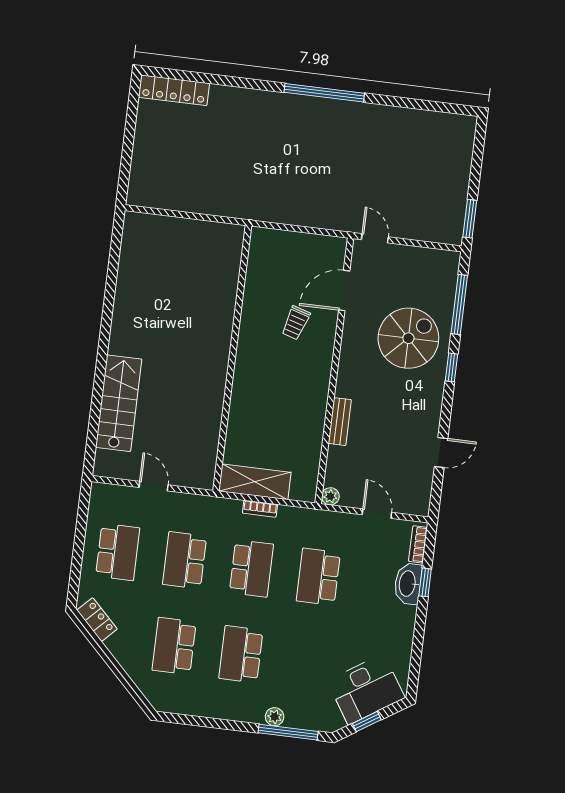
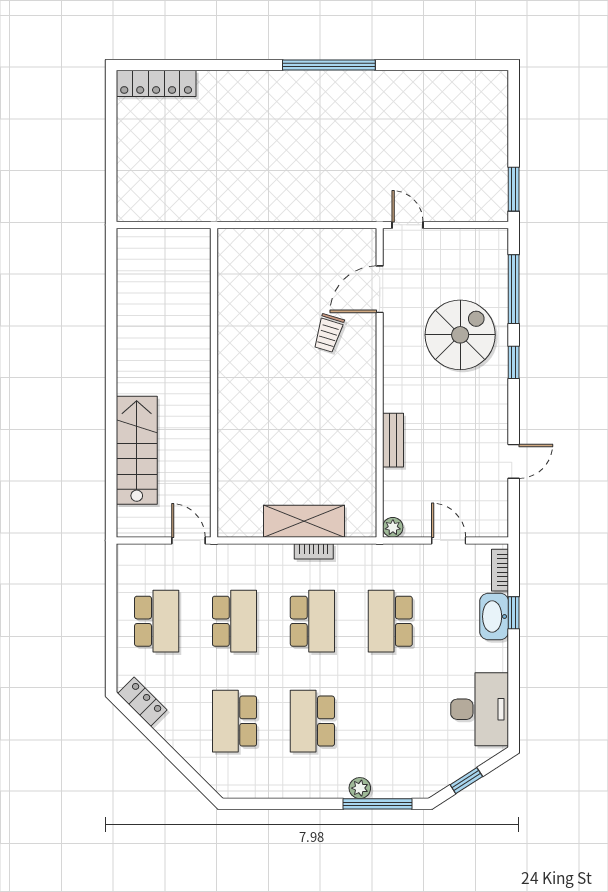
wall: (232, 358) -> (214, 383), moved
school desk: (185, 560) -> (234, 621), turned 180
desk: (366, 689) -> (480, 709), moved, turned -57

